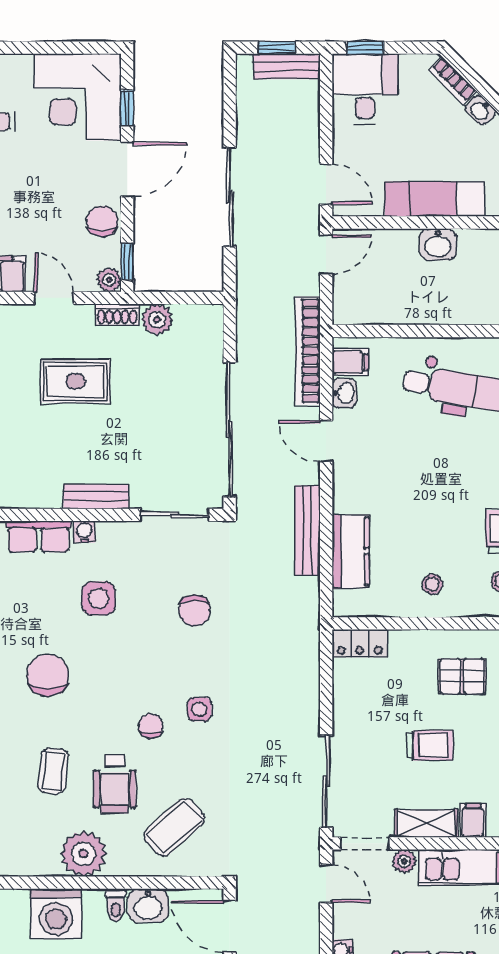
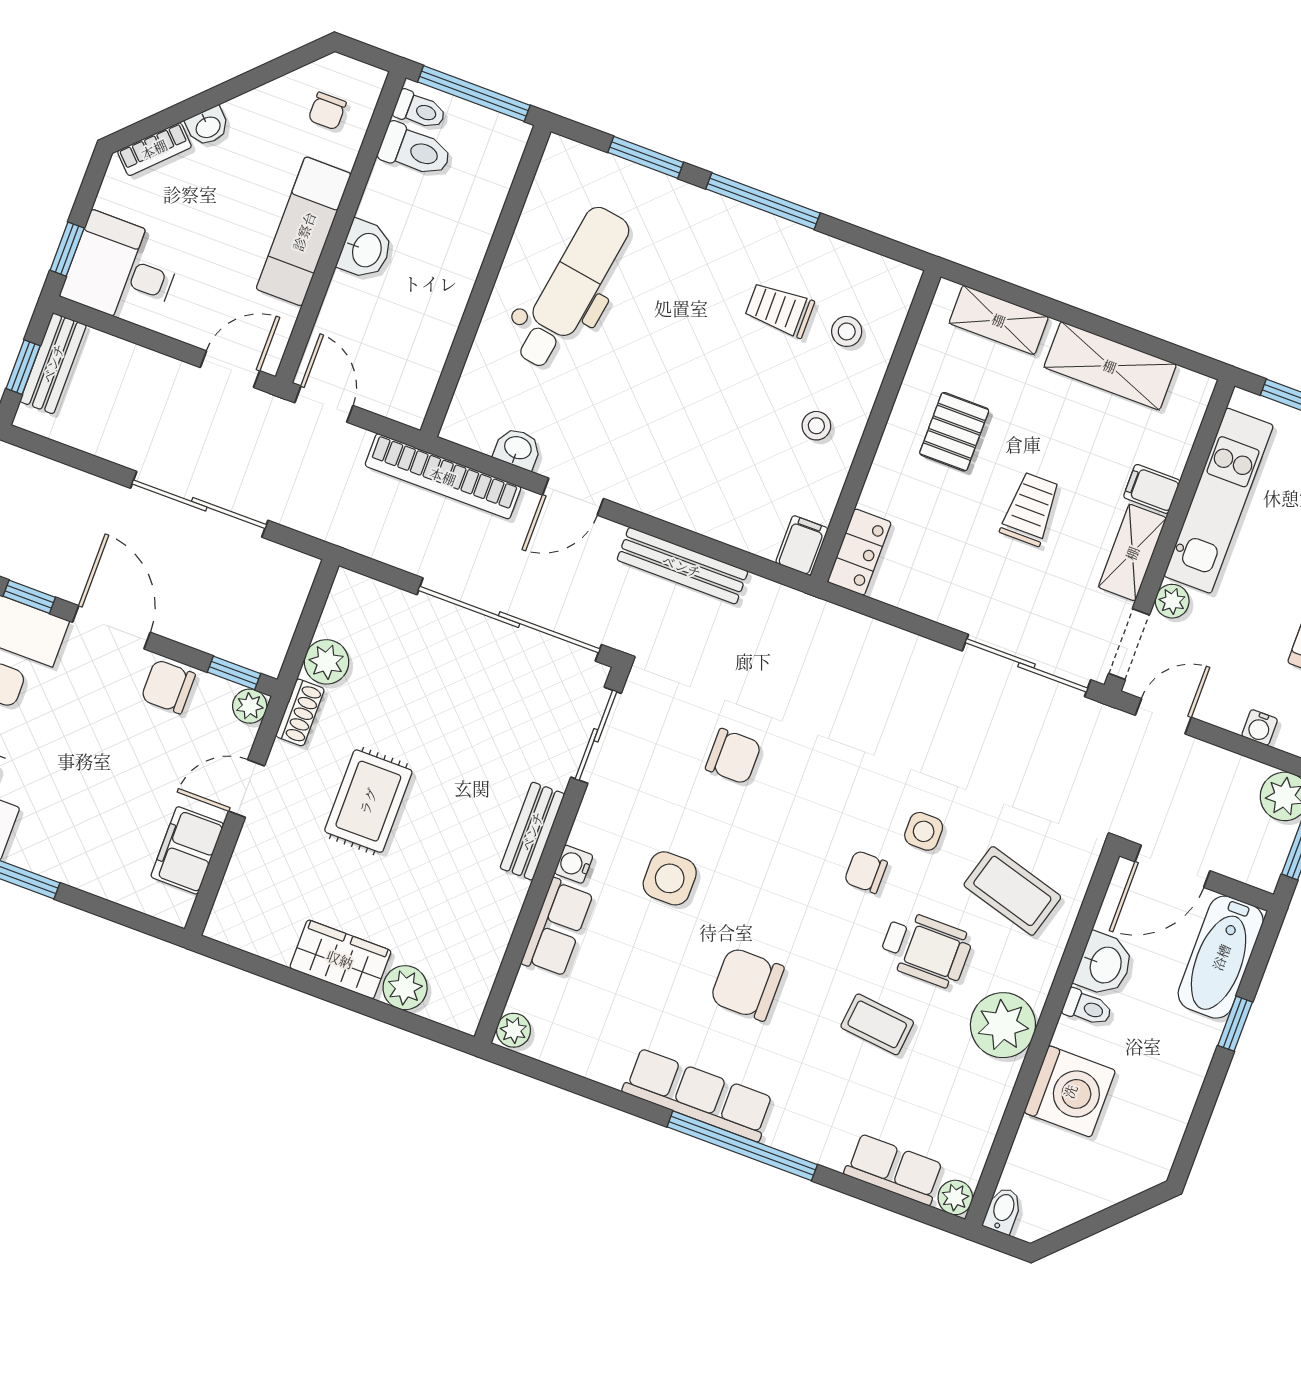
filing cabinet: (350, 362) -> (802, 545), moved
kitchen counter: (351, 551) -> (732, 519), removed
side table: (199, 709) -> (924, 831), moved
coffee table: (174, 827) -> (1012, 891), turned -32

